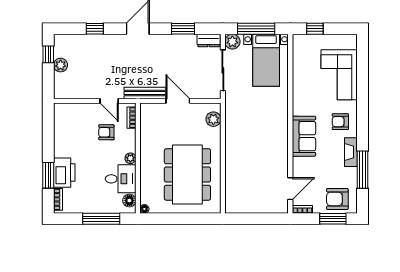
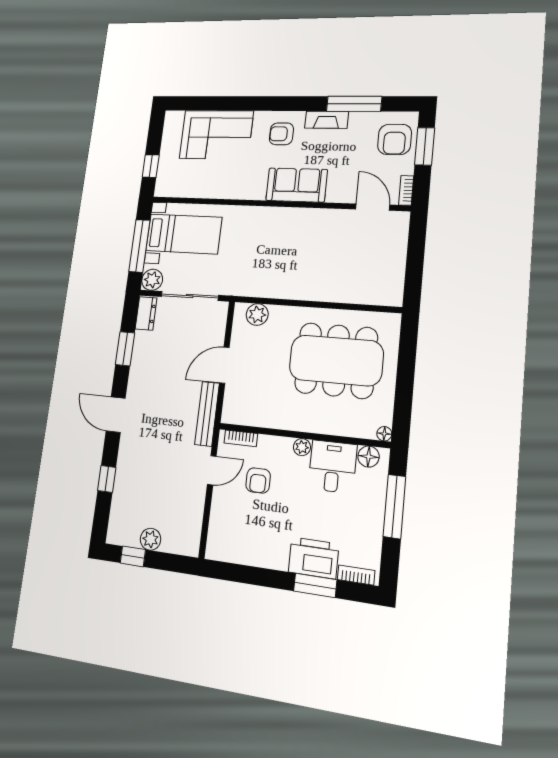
armchair: (340, 122) -> (281, 134), turned 90

